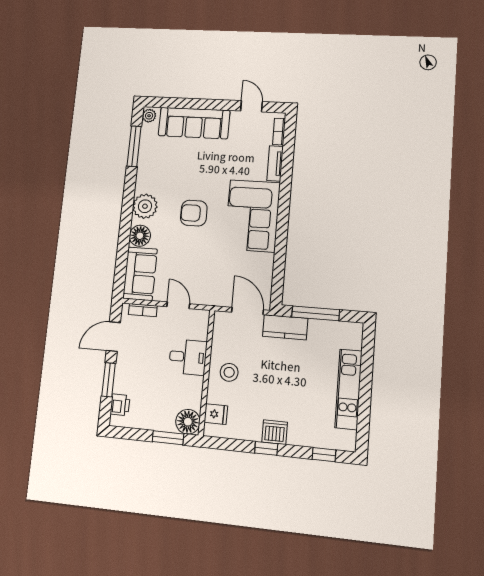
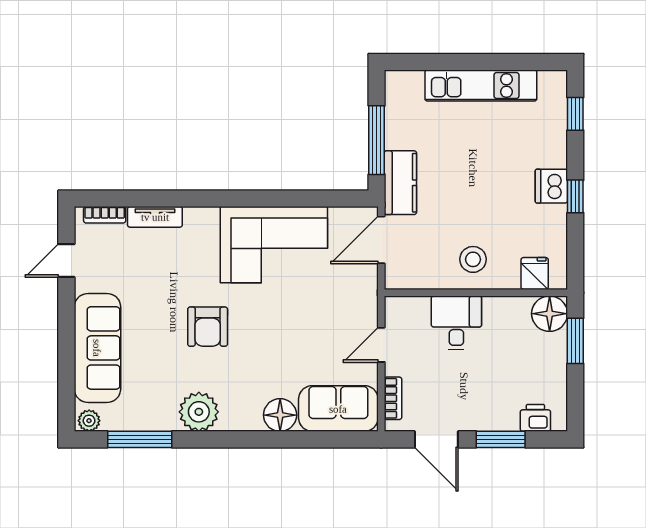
plant: (145, 206) -> (199, 412), moved
armchair: (194, 213) -> (208, 327), moved
corner sofa: (252, 216) -> (274, 245), moved

